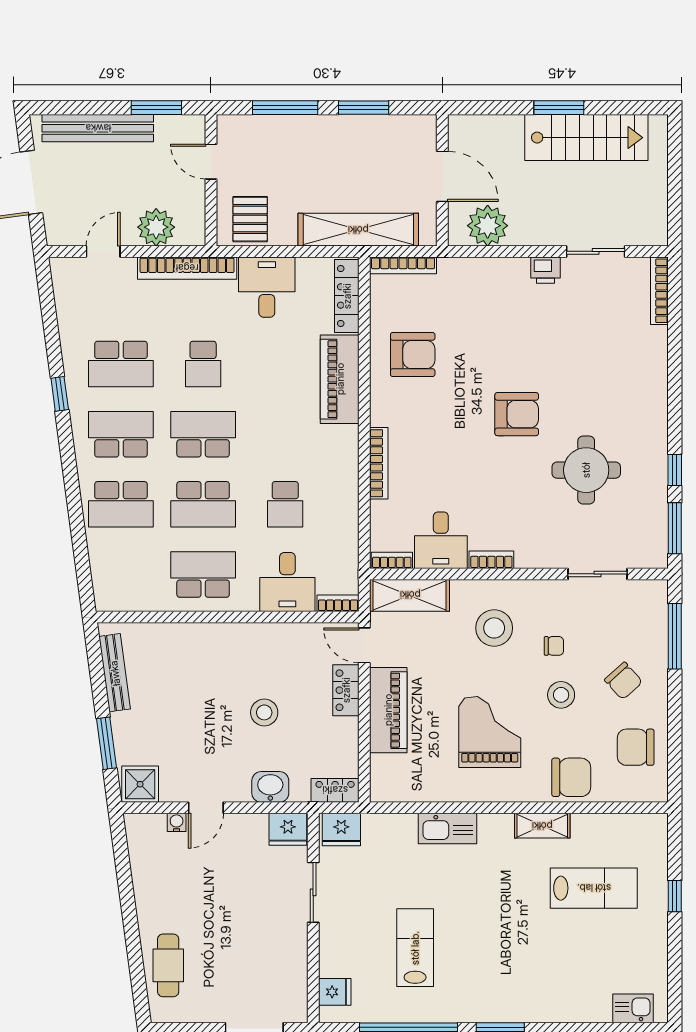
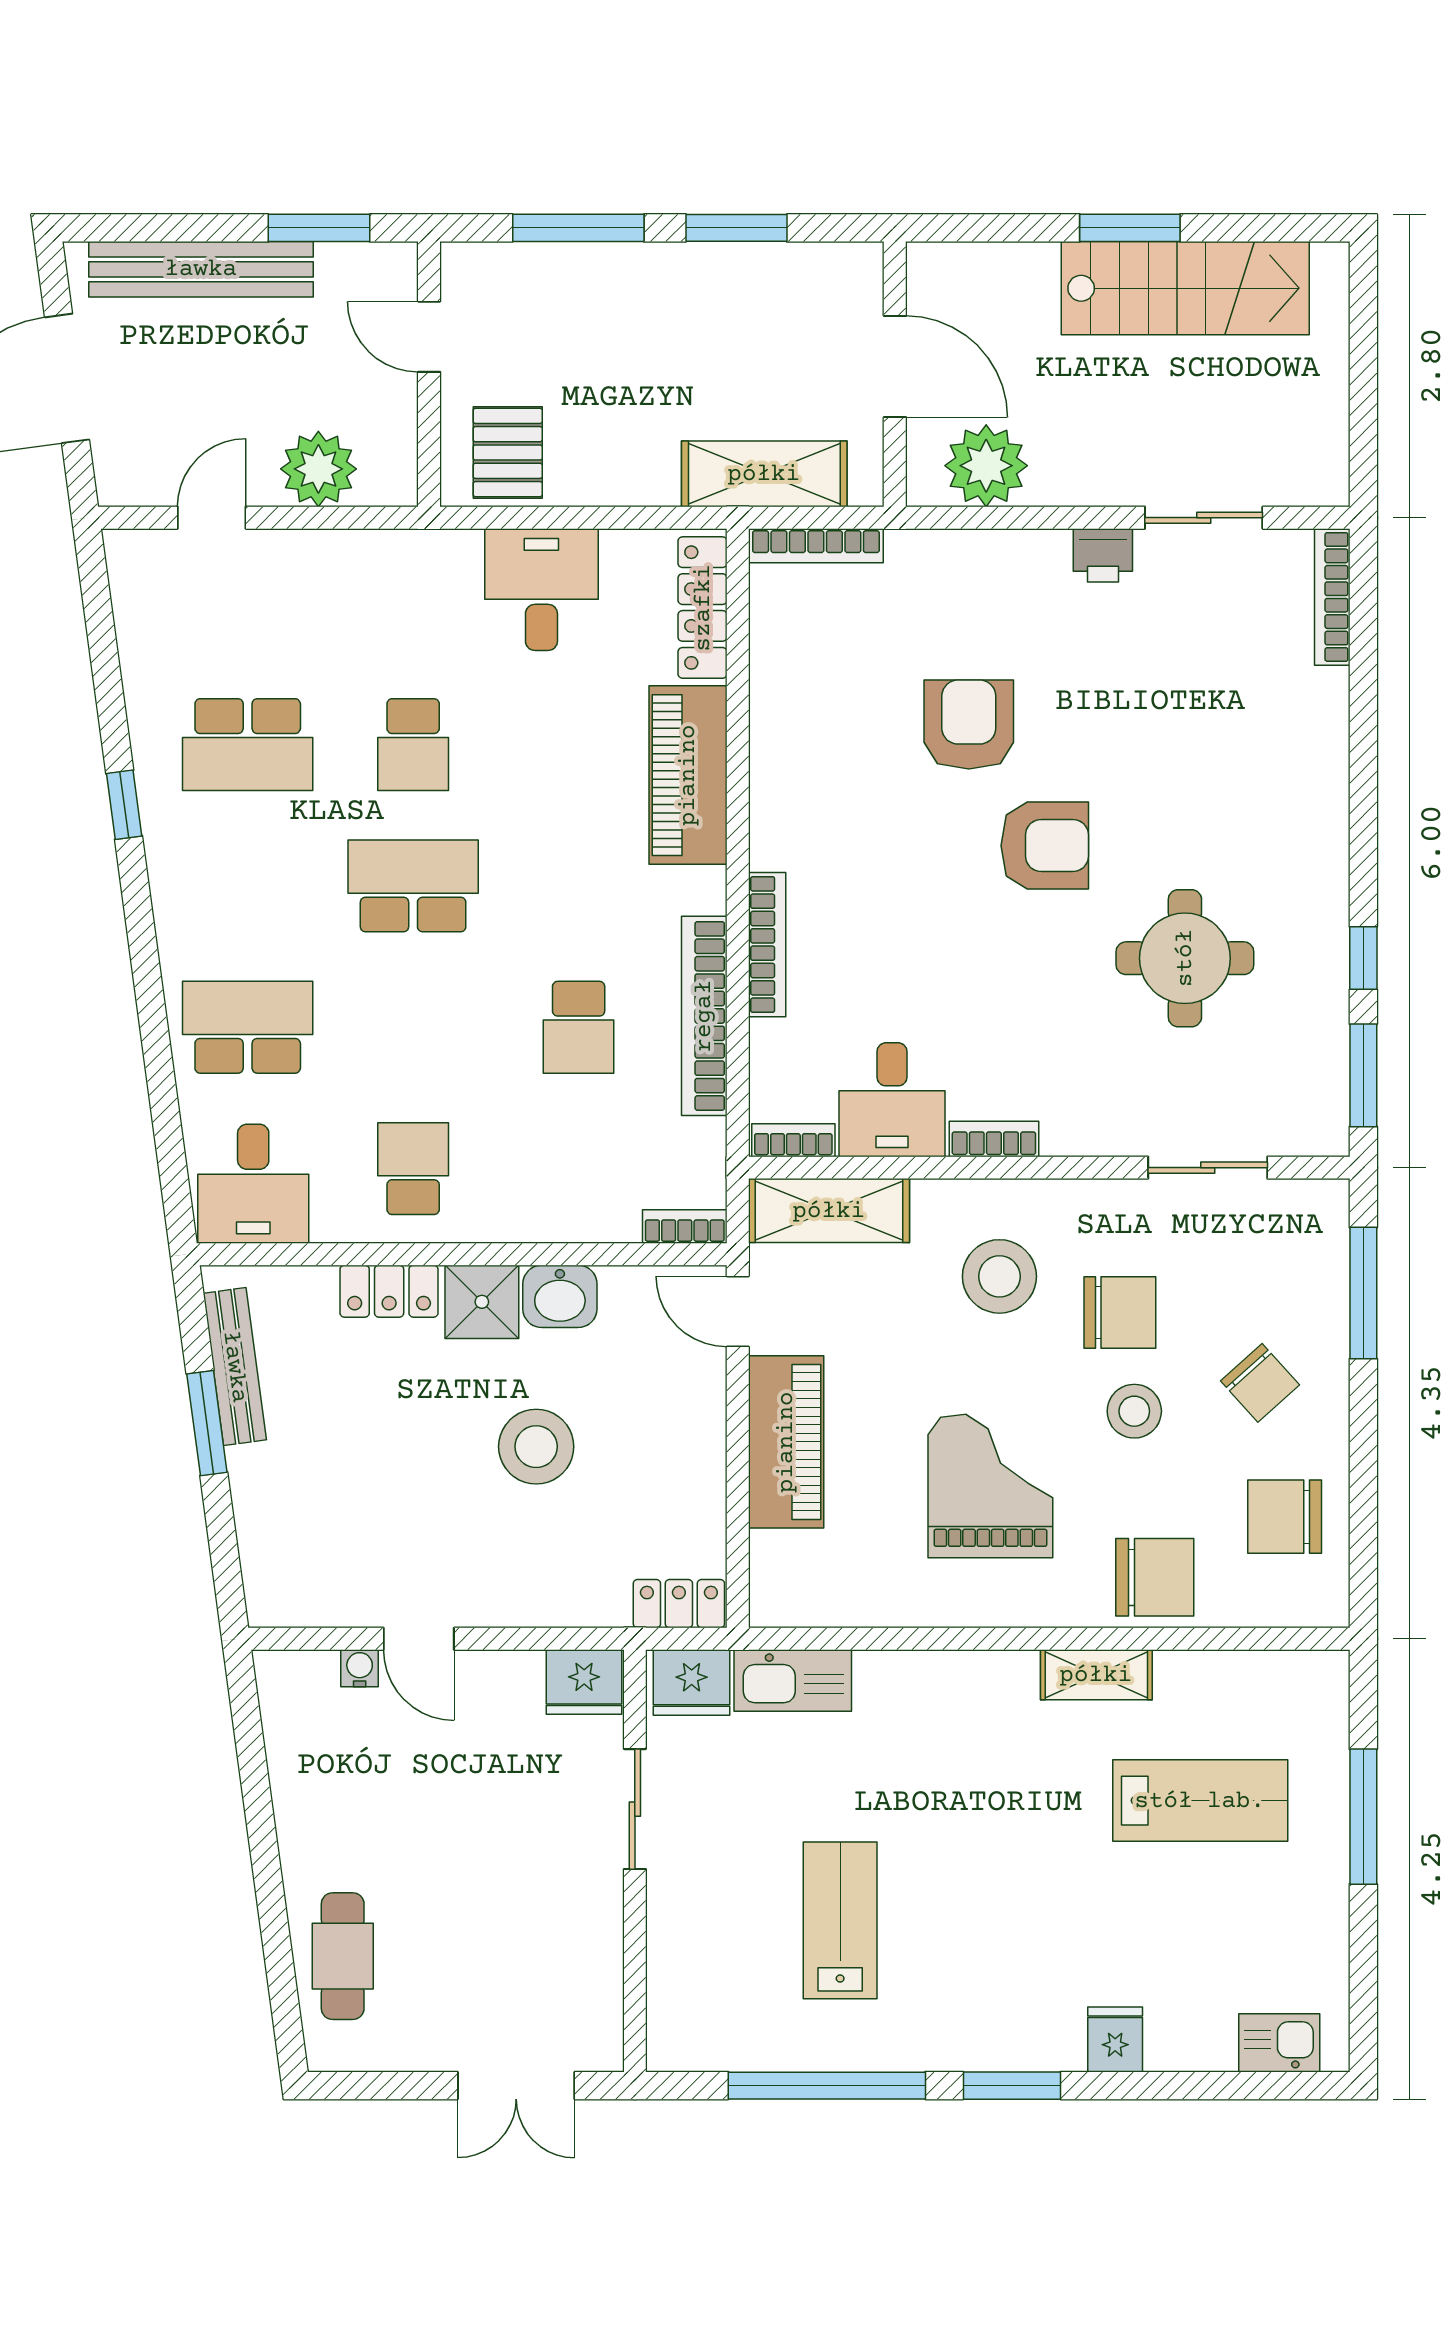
shelving: (358, 230) -> (764, 474), width x0.68
bookcase: (187, 268) -> (704, 1016), moved, turned 90
armchair: (413, 355) -> (969, 725), moved, turned -90
school desk: (121, 434) -> (248, 886), removed
school desk: (121, 504) -> (248, 1027), turned 180
school desk: (203, 504) -> (413, 1027), removed
school desk: (203, 574) -> (413, 1169), width x0.54
desk: (287, 582) -> (253, 1184), moved
chair: (554, 646) -> (1120, 1313), width x1.87, depth x1.87
locker: (346, 690) -> (389, 1291), moved, turned -90
stool: (264, 712) -> (536, 1447), width x1.38, depth x1.38
window: (106, 743) -> (207, 1423), moved
shower: (140, 784) -> (482, 1302), moved
washbasin: (270, 787) -> (560, 1296), moved, turned 180
door: (206, 808) -> (419, 1639), hinge flipped
kitchen sink: (447, 829) -> (793, 1681), moved
window: (675, 896) -> (1363, 1817), width x2.17
fridge: (335, 992) -> (1115, 2040), moved, turned -90

